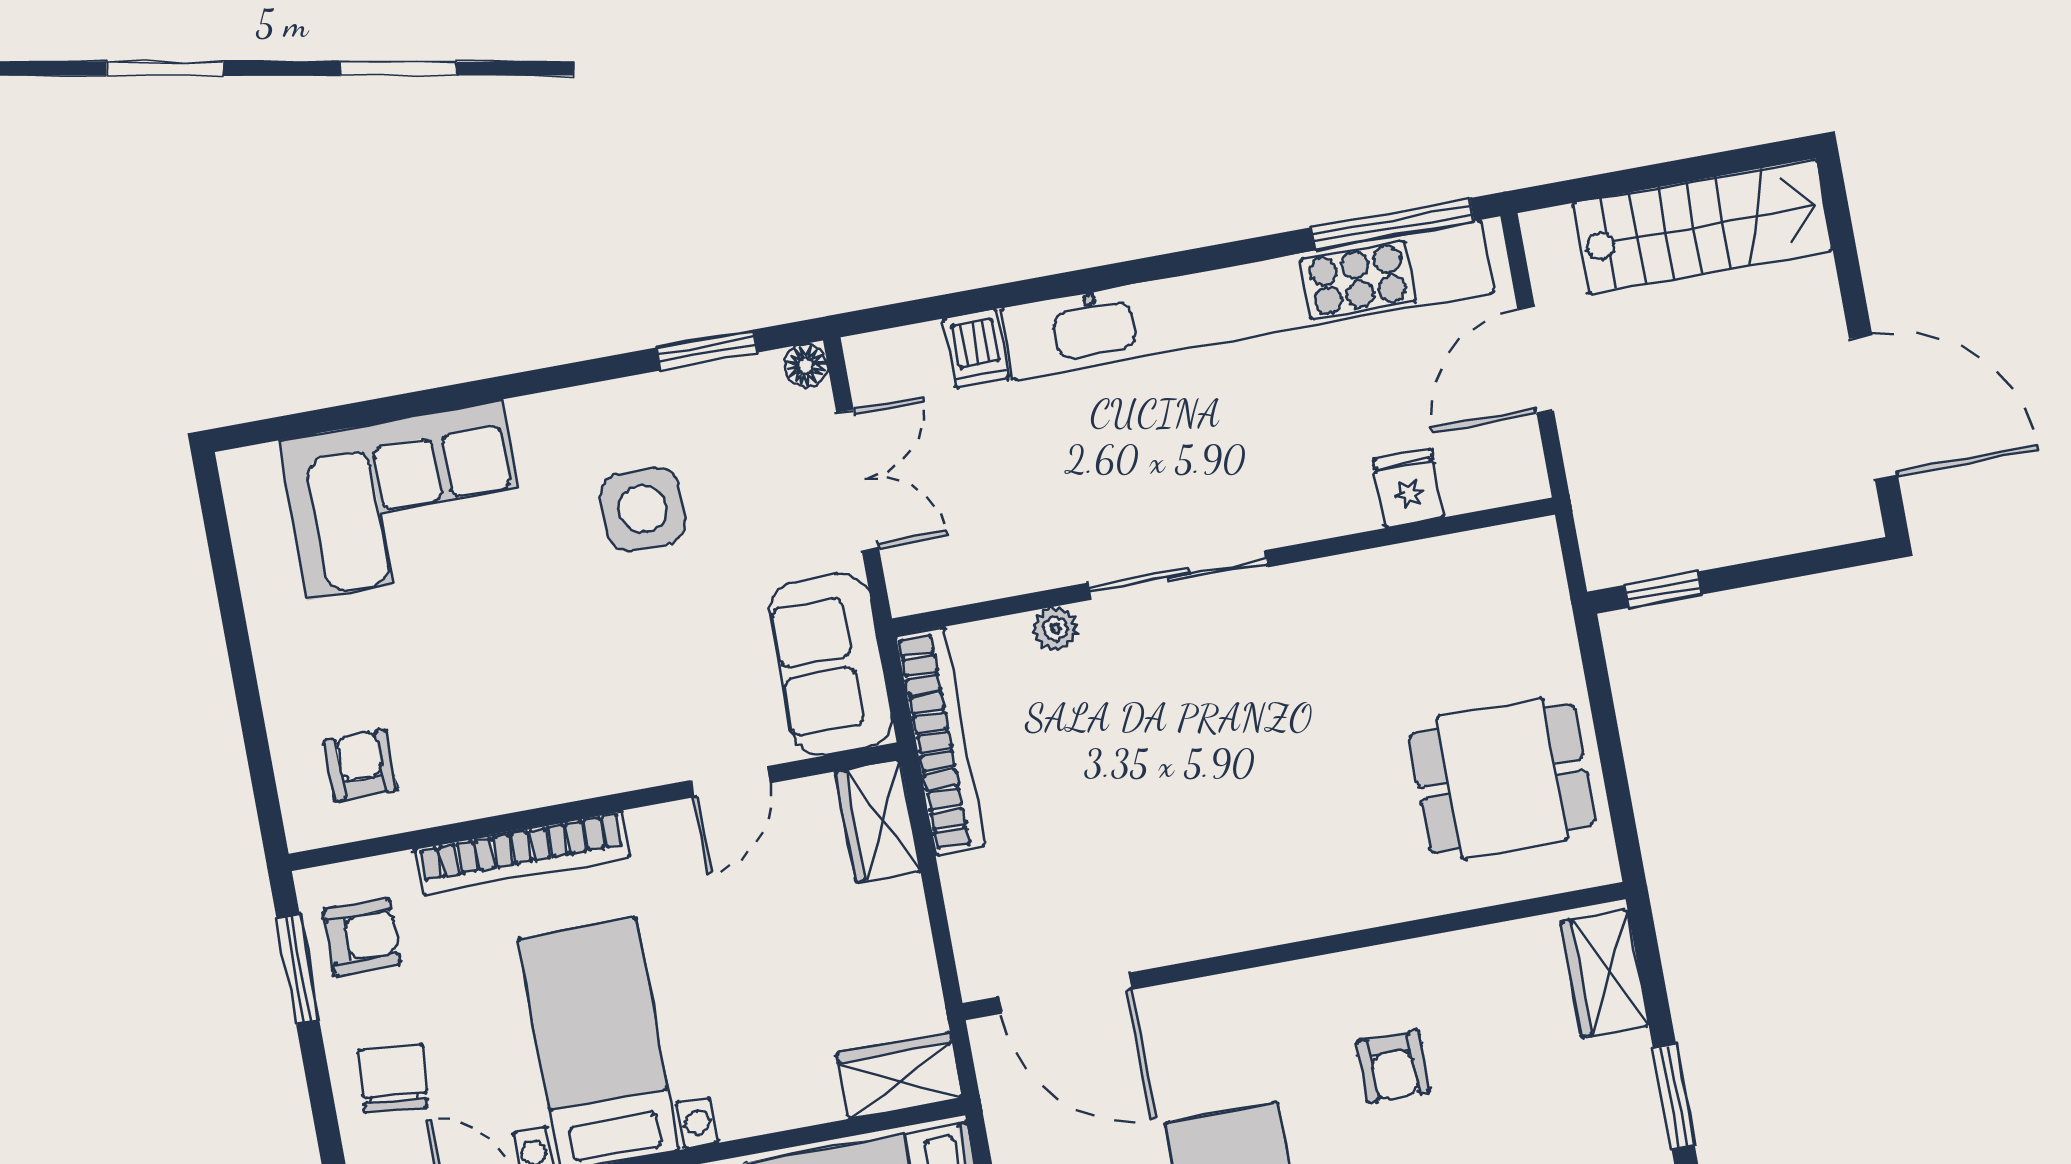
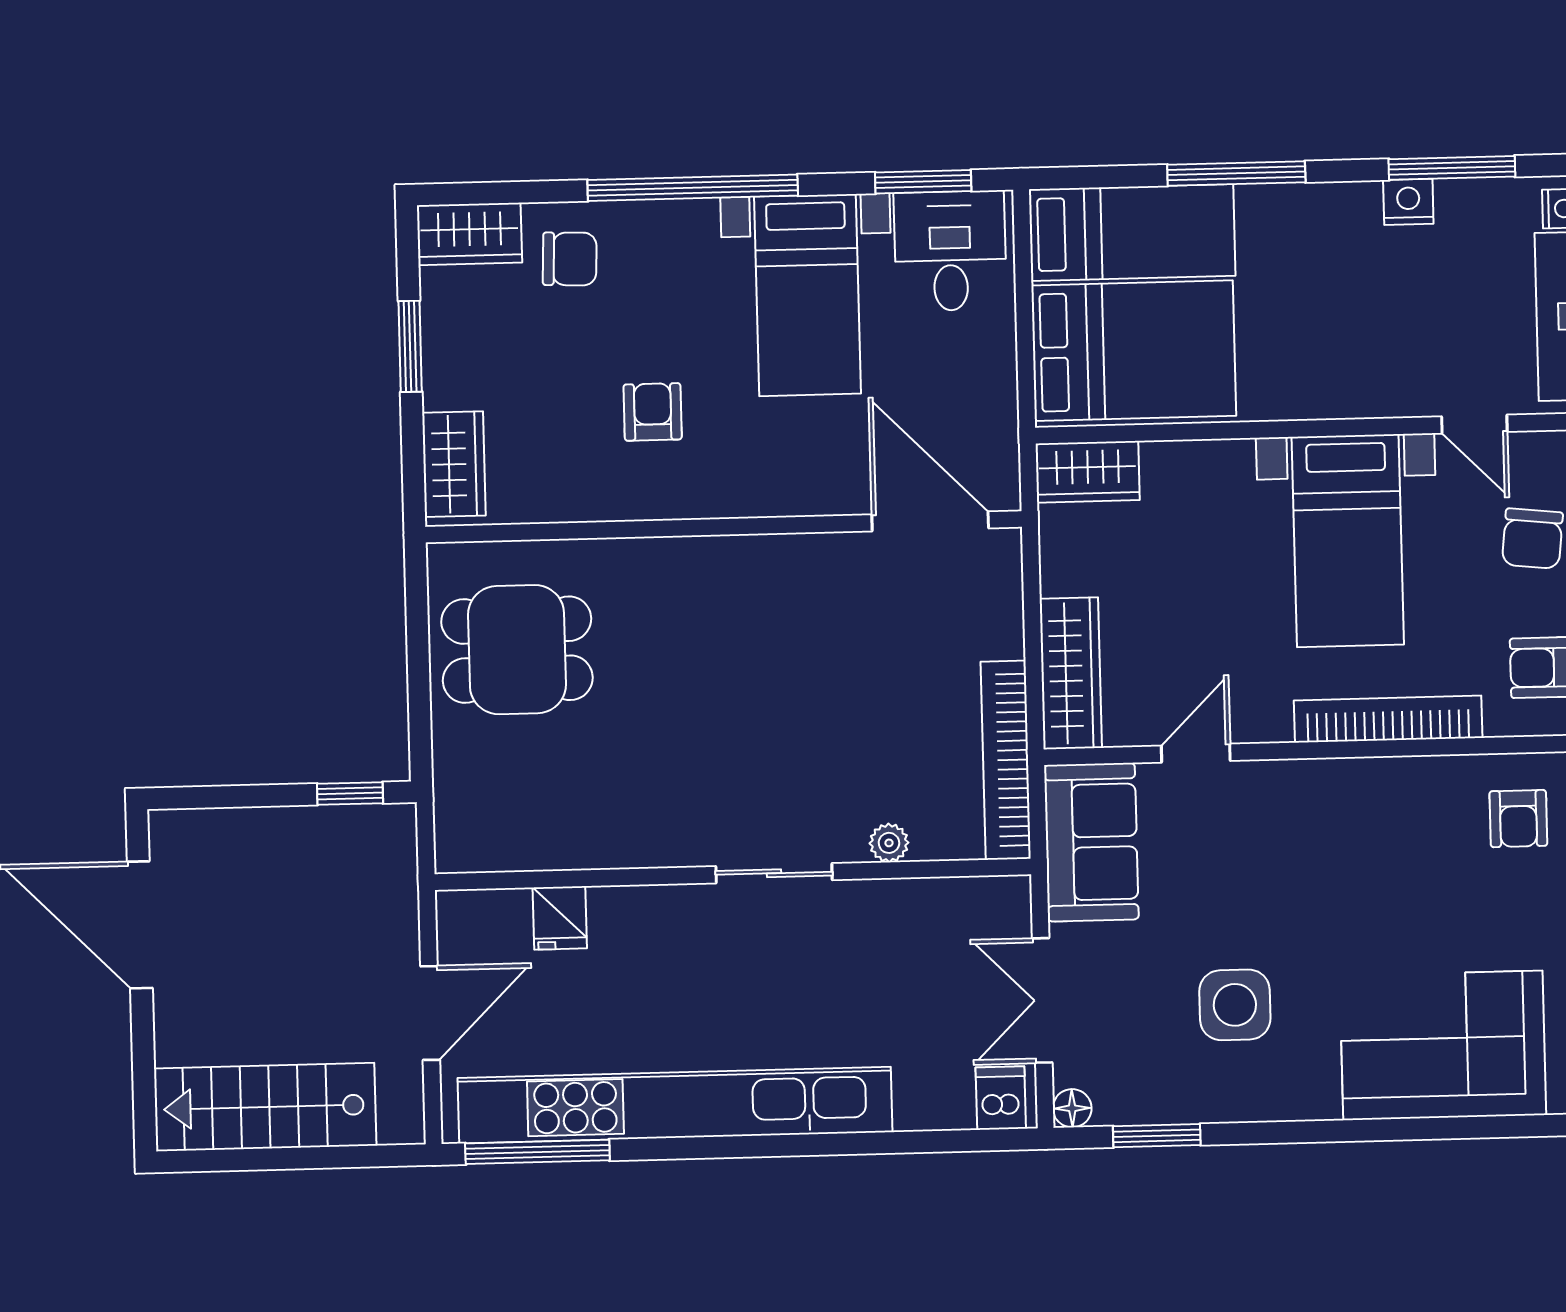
dishwasher: (976, 348) -> (1001, 1098), moved
sliding door: (1178, 575) -> (774, 873), width x0.73
wardrobe: (878, 821) -> (1071, 673), width x1.50

